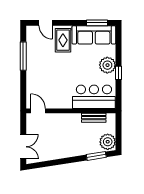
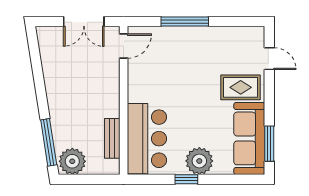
door: (46, 23) -> (269, 59), swing flipped
window: (23, 56) -> (185, 21), moved
double door: (23, 147) -> (84, 21), moved
window: (96, 156) -> (49, 142), width x1.44

